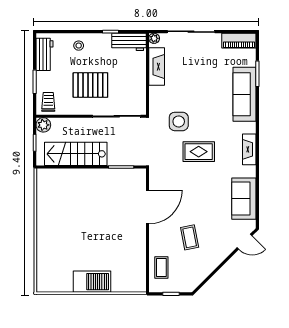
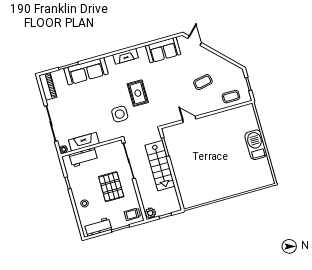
workbench: (129, 42) -> (83, 157), moved, turned 90
stairs: (76, 154) -> (160, 166), moved
door: (147, 207) -> (189, 119), width x0.53

